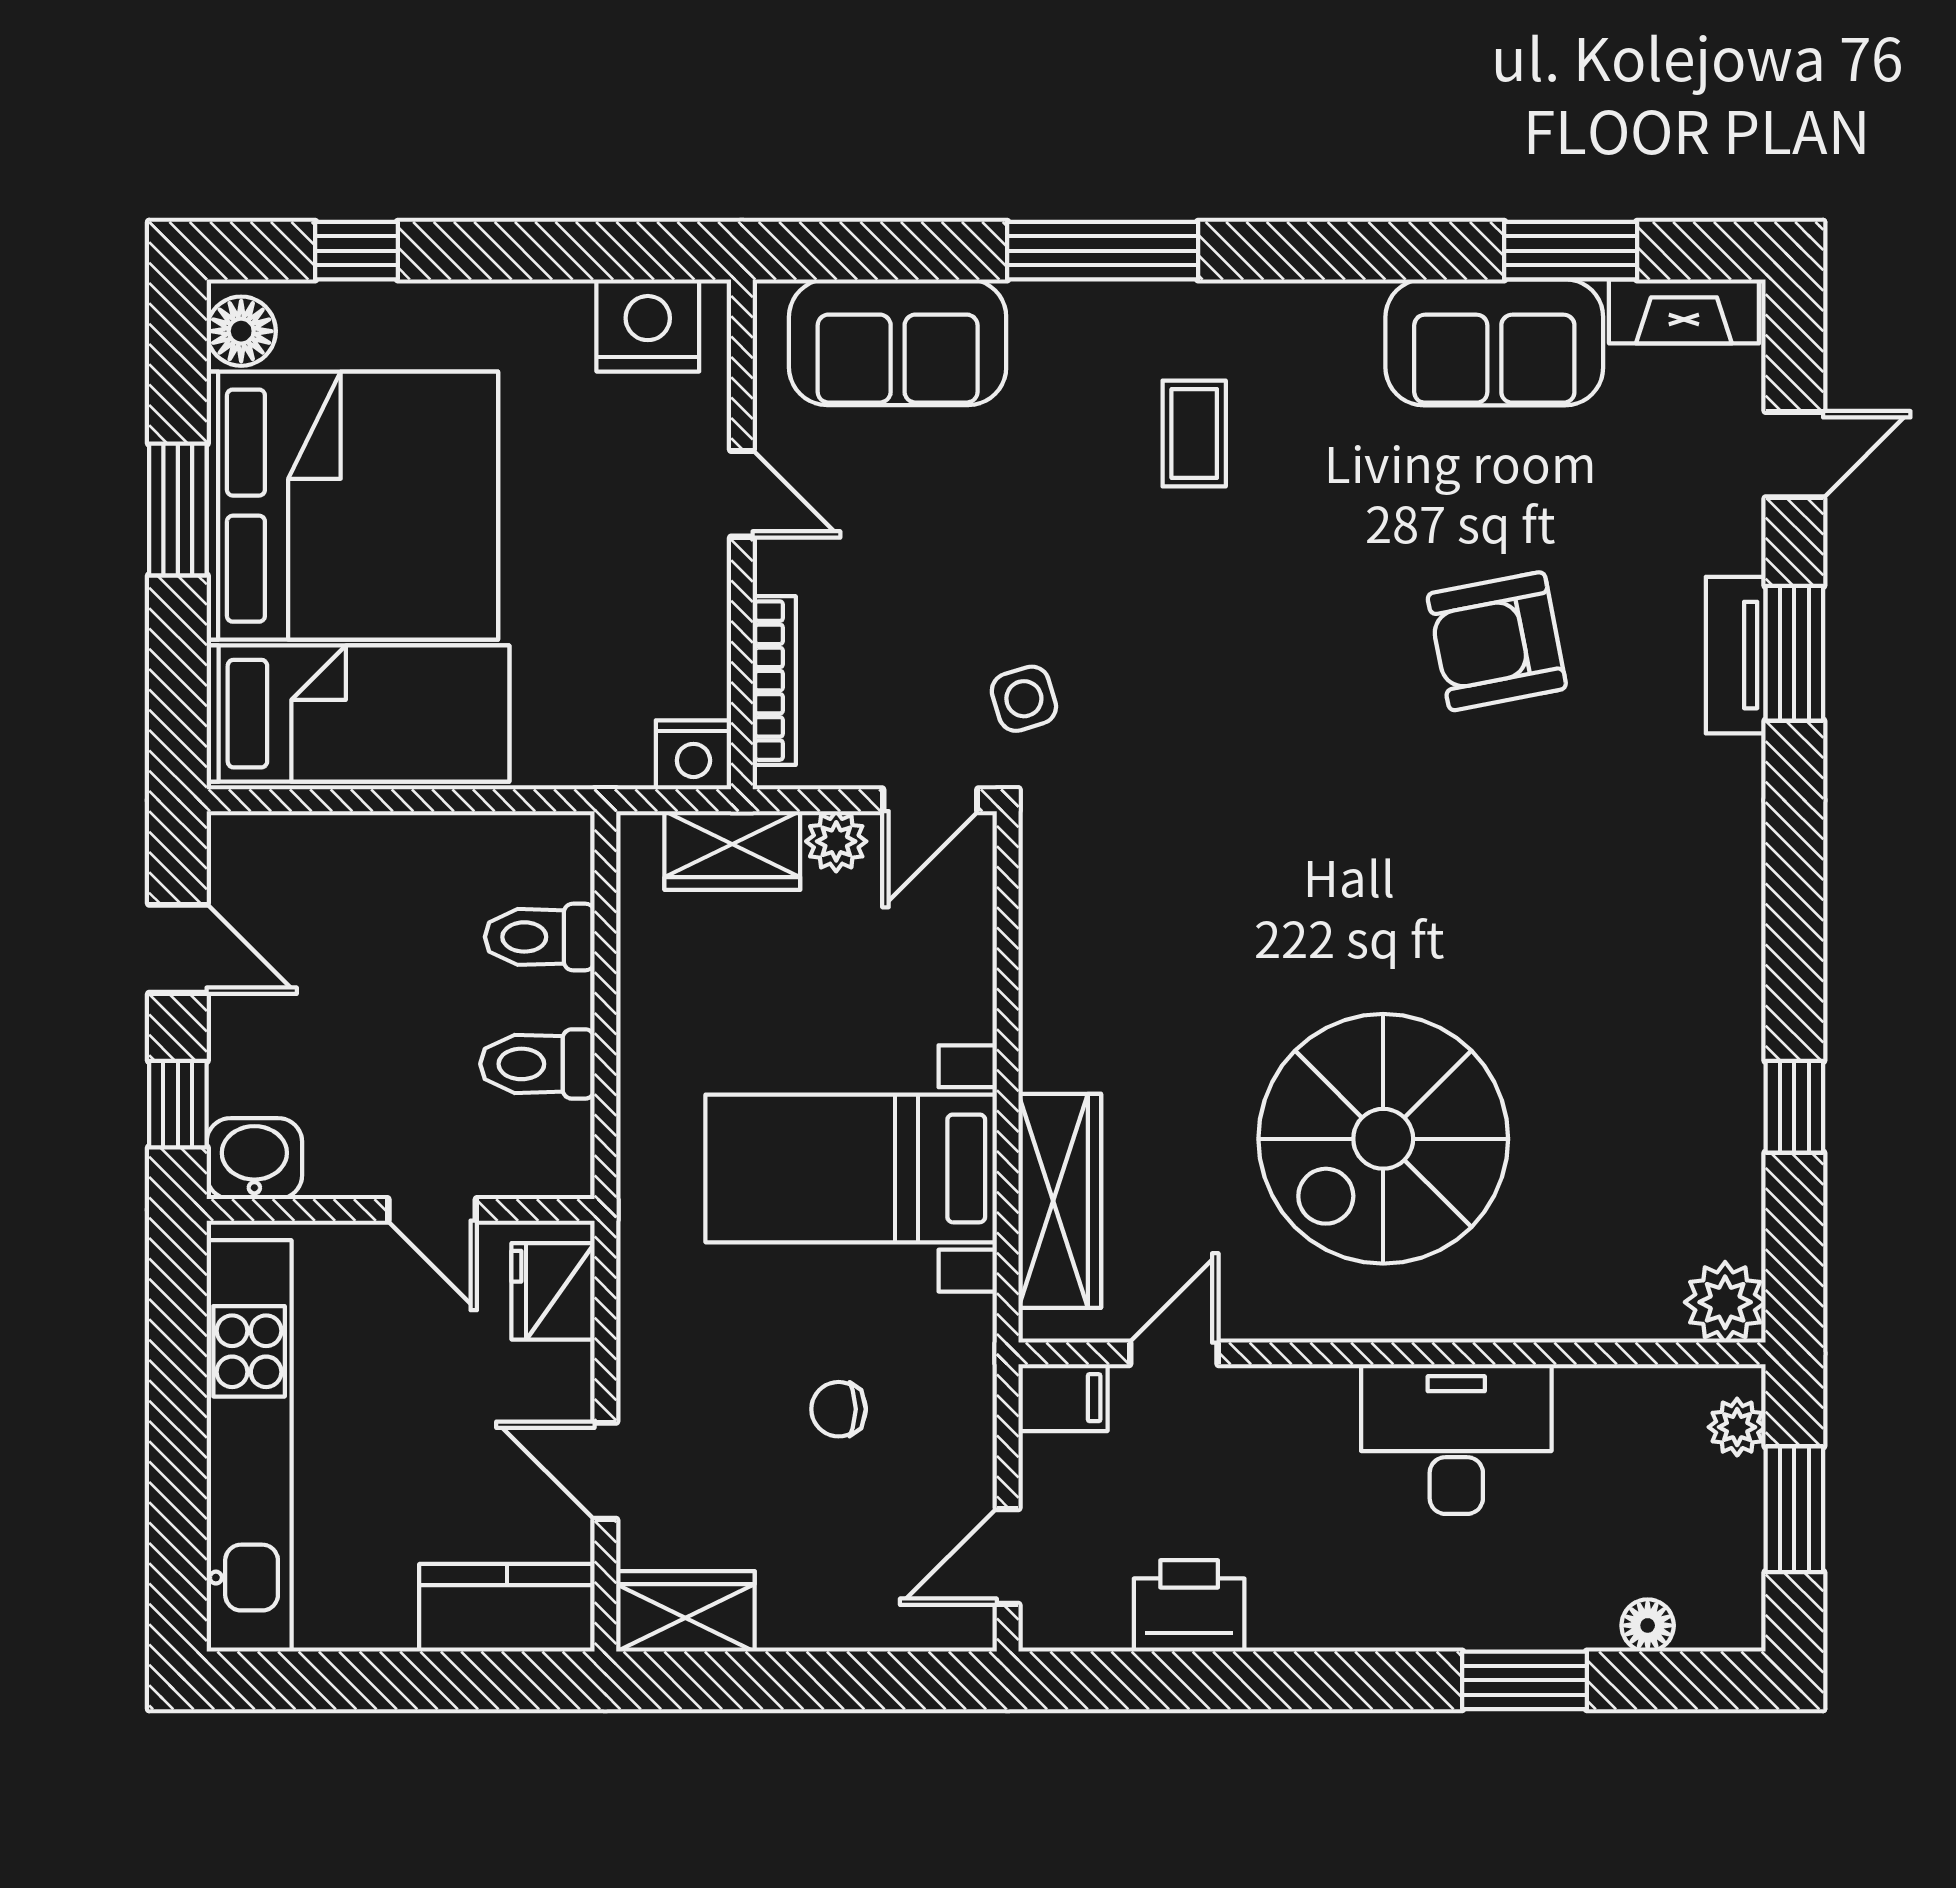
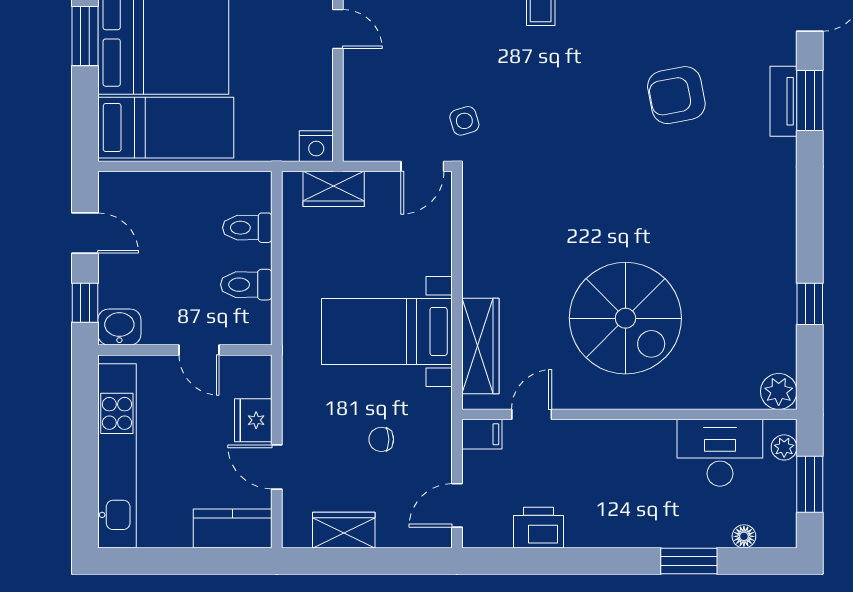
bookcase: (774, 681) -> (352, 113), removed
plant: (836, 841) -> (380, 185), removed
spiral stairs: (1383, 1139) -> (625, 318), turned -90
fridge: (553, 1291) -> (253, 420), moved
desk: (1456, 1439) -> (720, 453), moved
wardrobe: (685, 1611) -> (344, 530), moved

